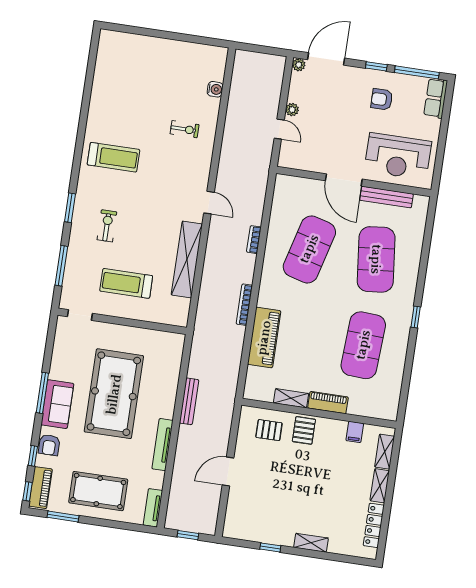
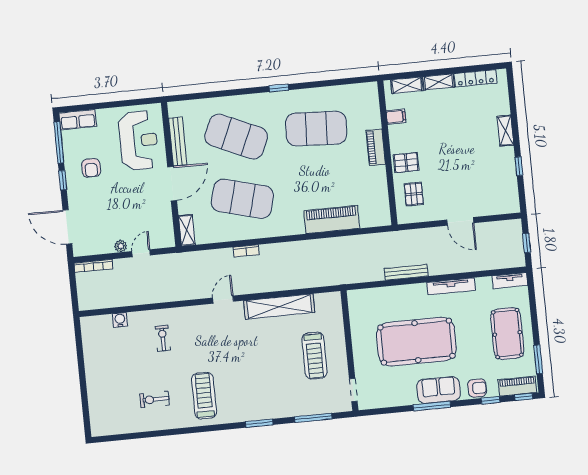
plant: (299, 65) -> (79, 250), removed
exercise bike: (107, 226) -> (155, 399), moved
exercise mat: (376, 259) -> (236, 137), turned 30
bookcase: (244, 305) -> (93, 266), moved
shelving: (291, 398) -> (187, 230), moved

